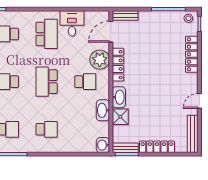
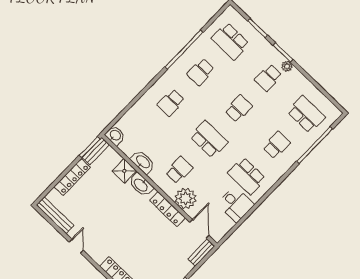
school desk: (85, 82) -> (179, 170), turned 180

